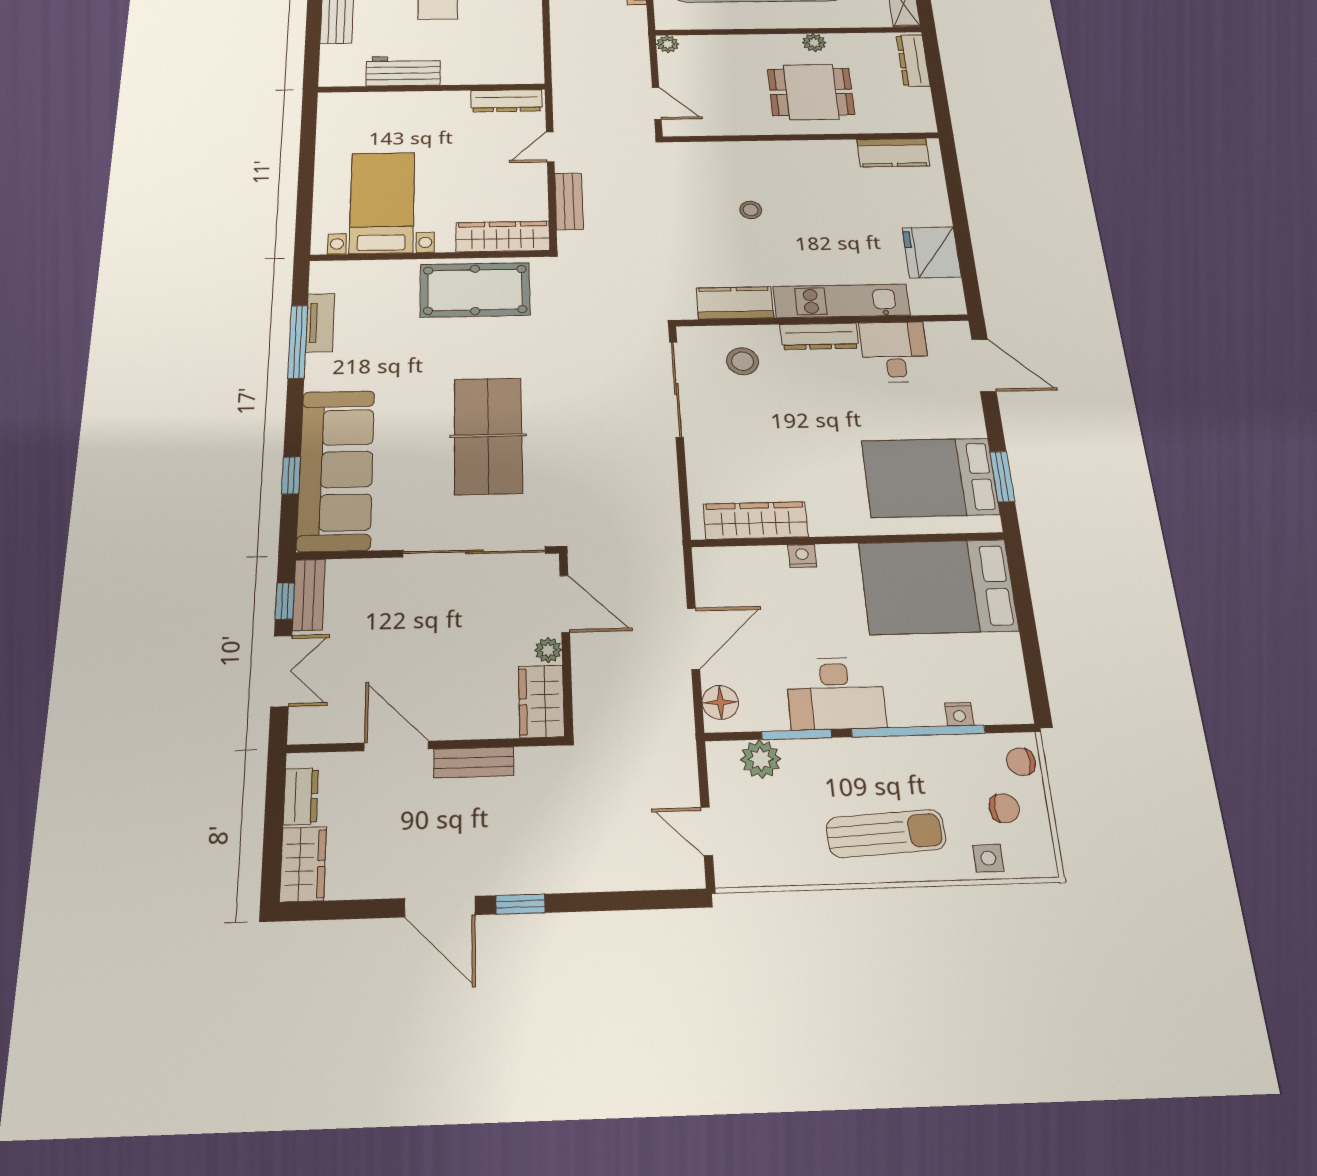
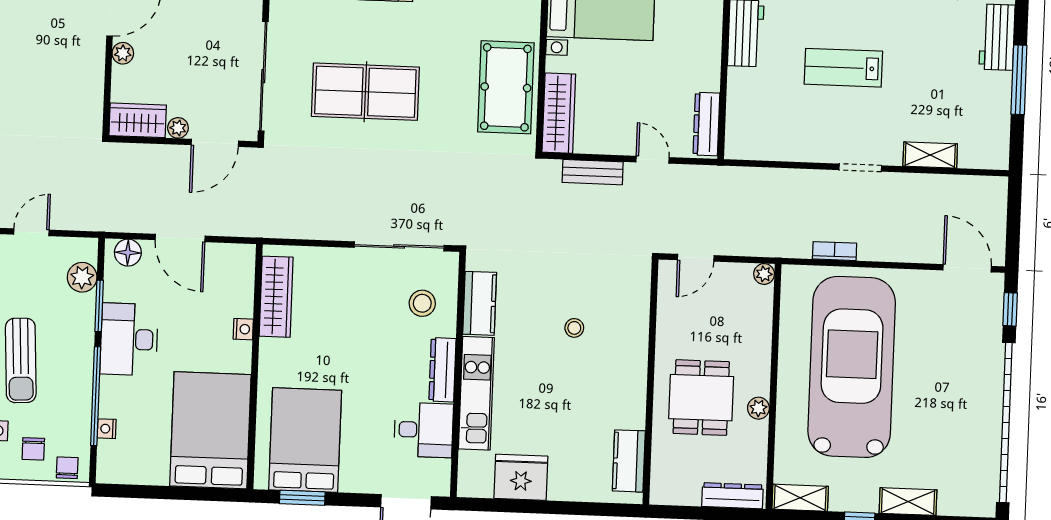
plant: (451, 726) -> (123, 53), added
bench: (474, 762) -> (94, 68), removed

